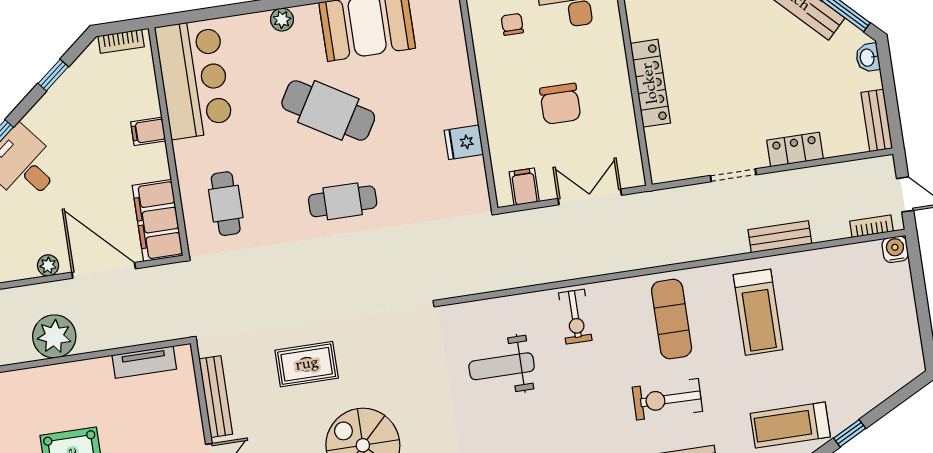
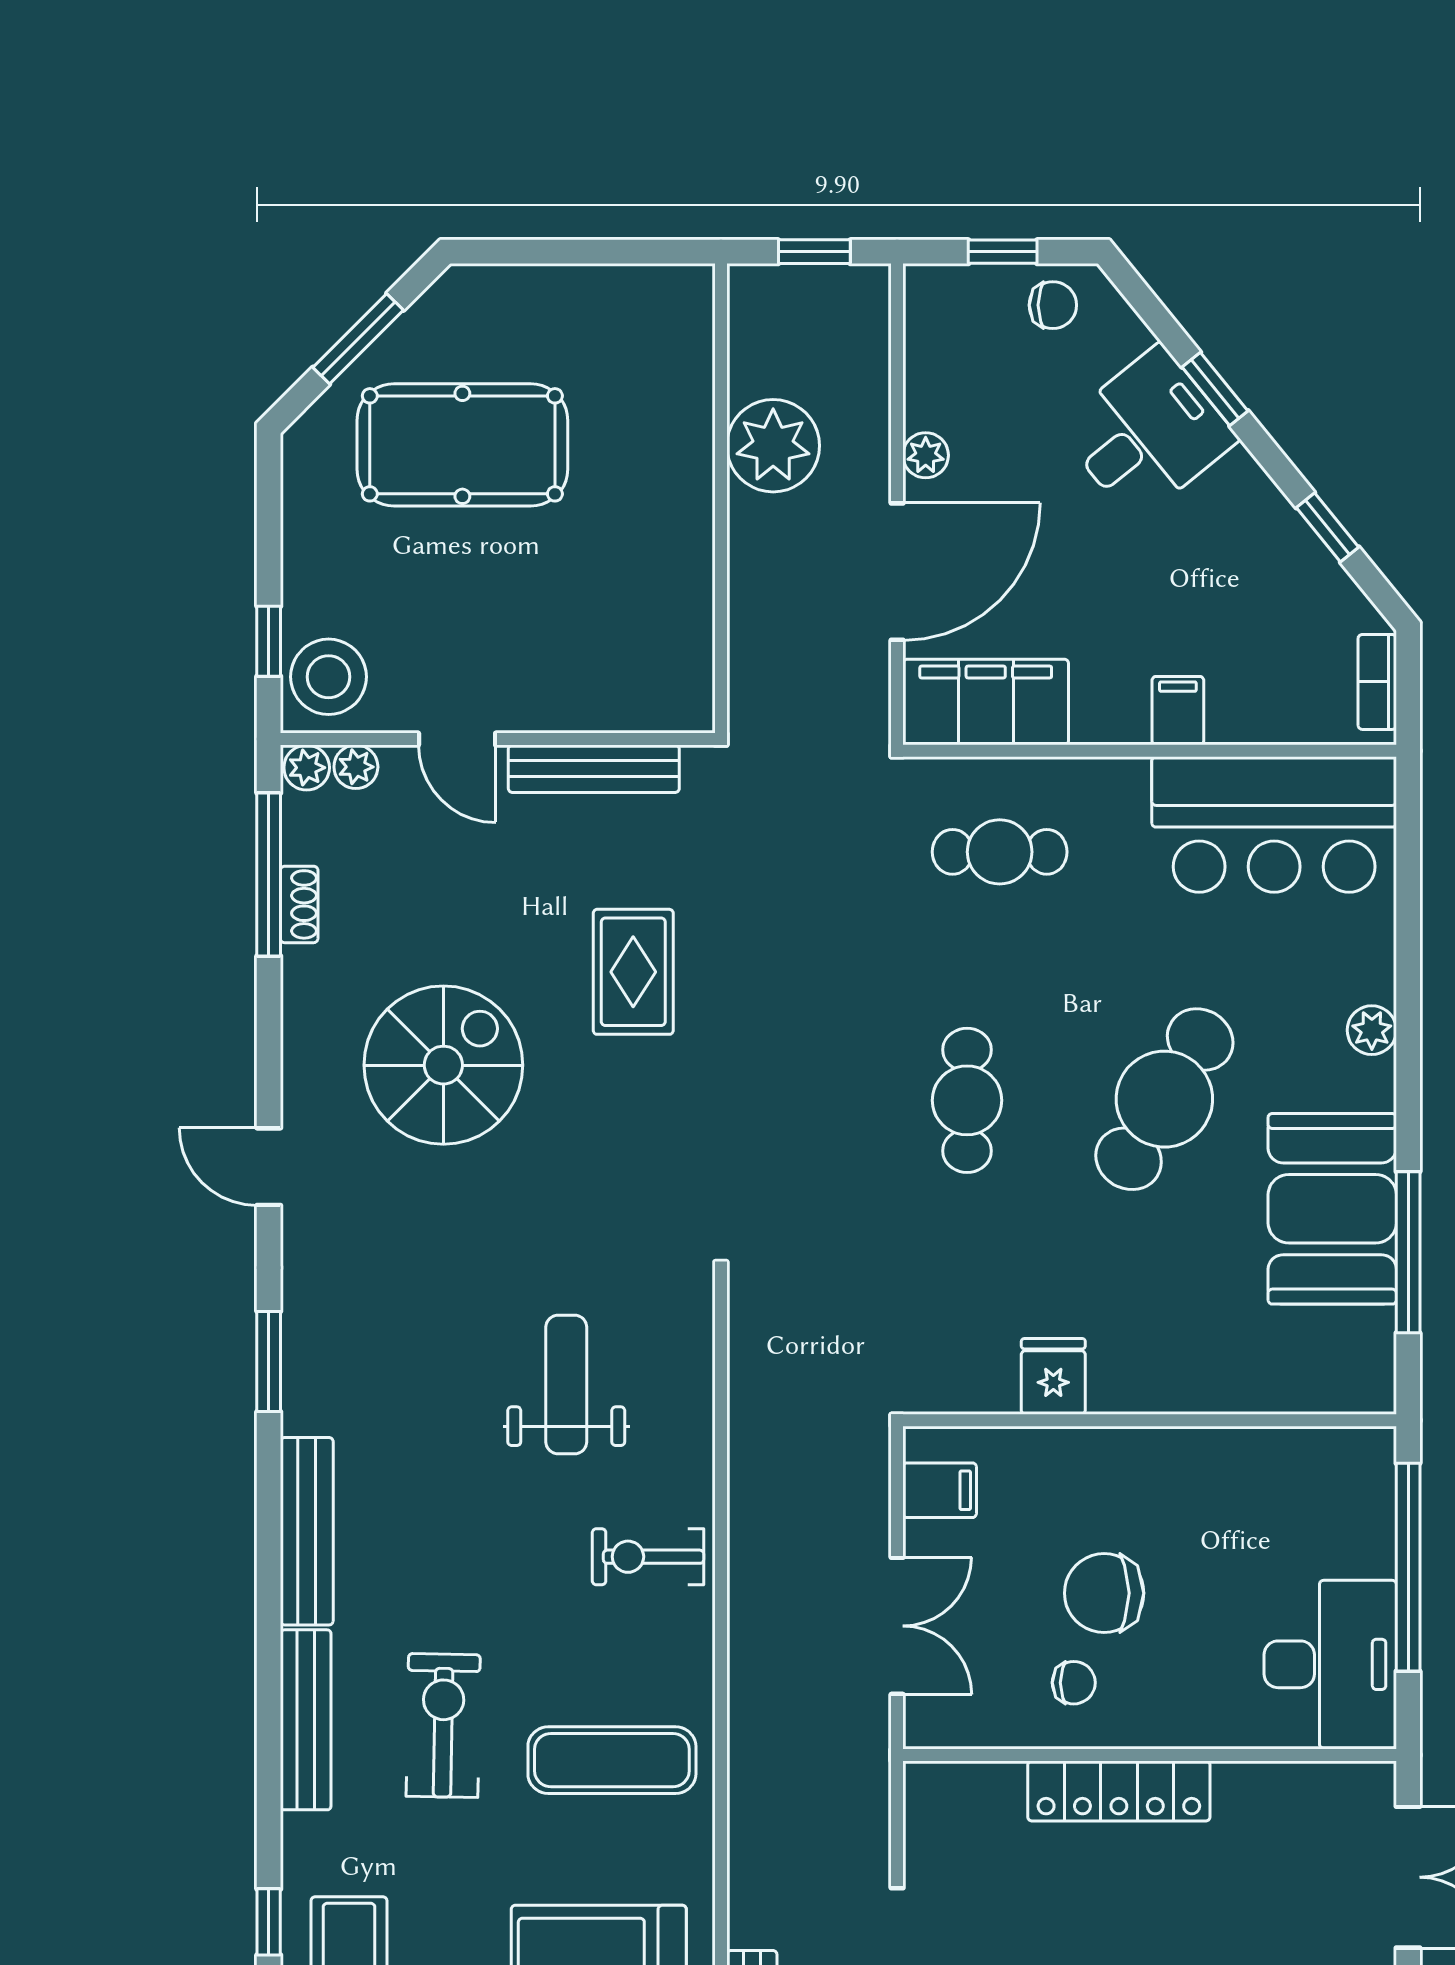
chair: (512, 24) -> (1074, 1683), moved
tv unit: (144, 362) -> (690, 628), removed

